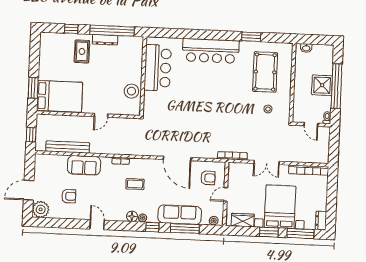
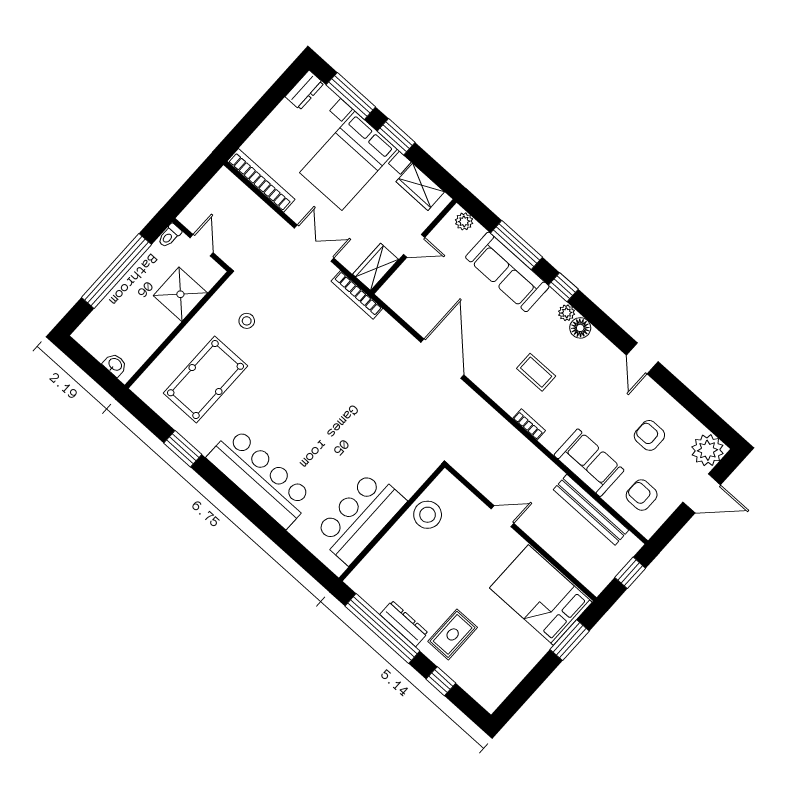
shower: (322, 85) -> (180, 294), moved
wardrobe: (234, 173) -> (376, 267), added
armchair: (208, 178) -> (642, 495), moved

